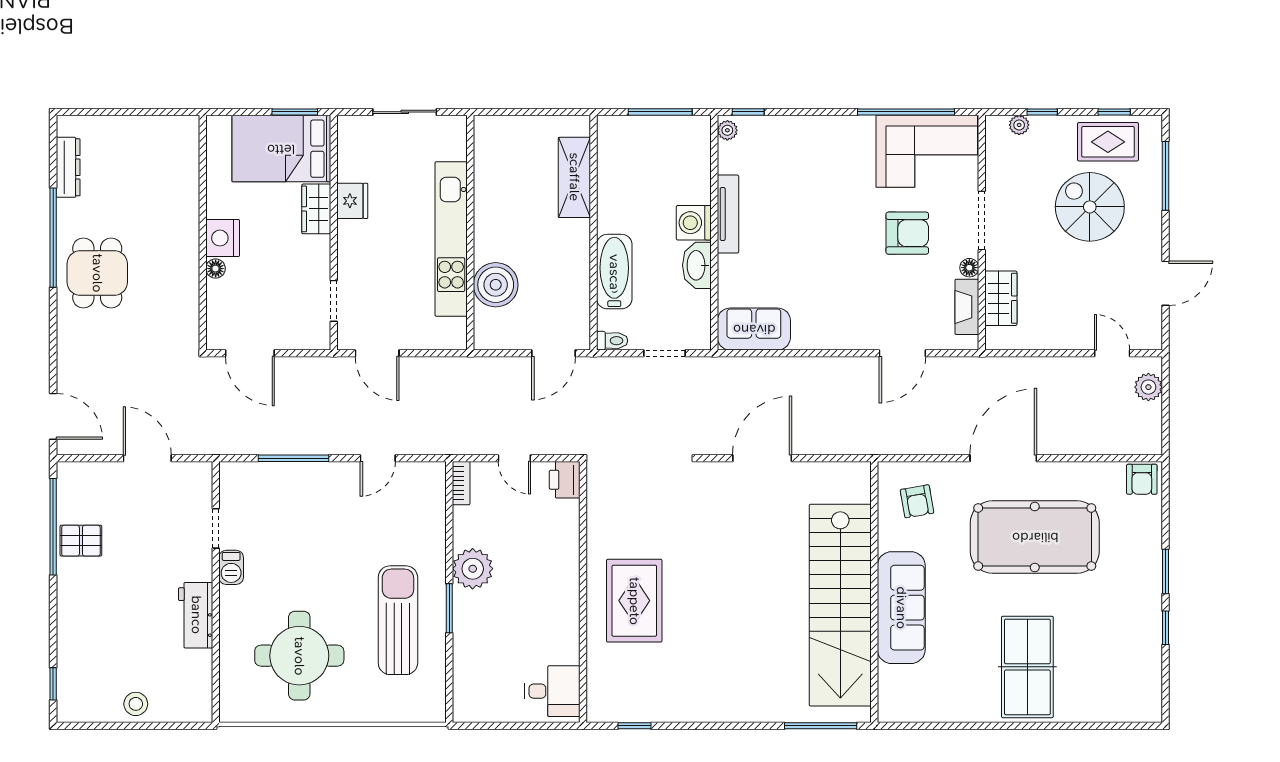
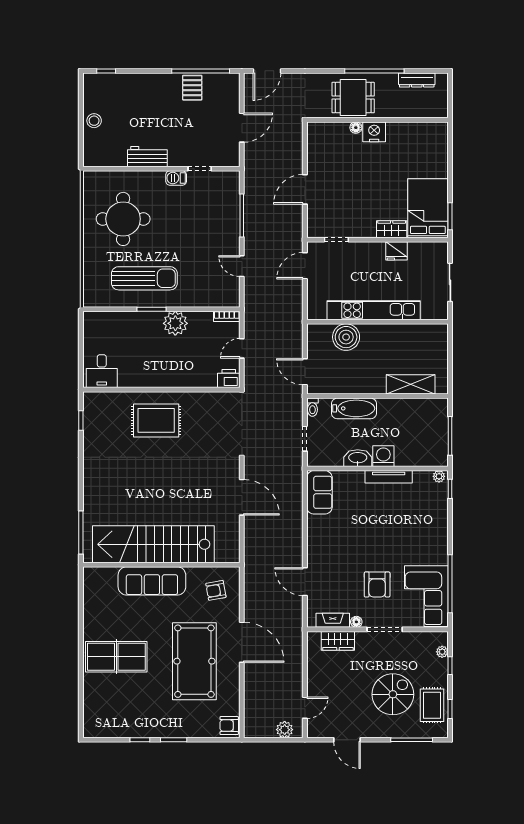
wall: (203, 233) -> (377, 120), moved
nightstand: (223, 238) -> (374, 132), moved
floor lamp: (216, 269) -> (356, 128), moved

